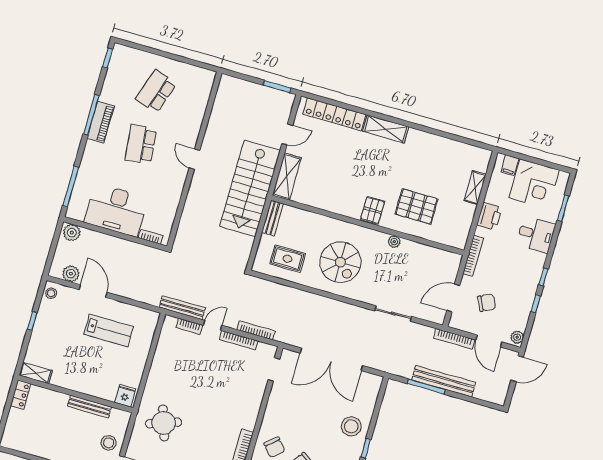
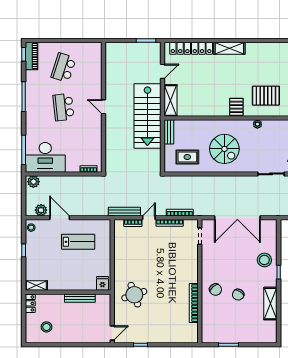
piano: (101, 122) -> (31, 56), moved
desk: (116, 210) -> (45, 157), moved
stool: (109, 443) -> (47, 327), moved

